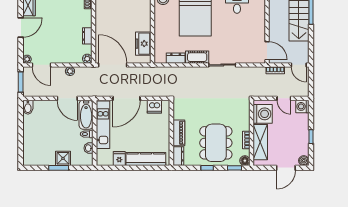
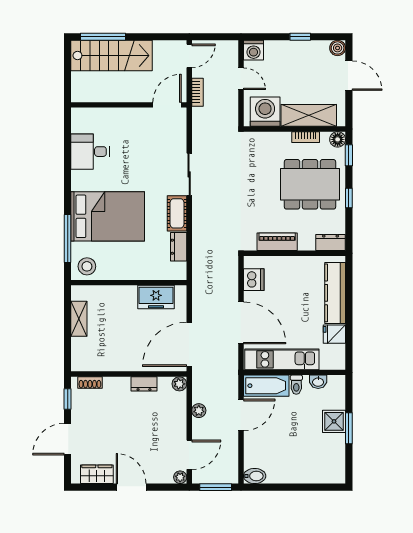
door: (284, 98) -> (241, 79), hinge flipped
piano: (179, 133) -> (277, 242), moved

